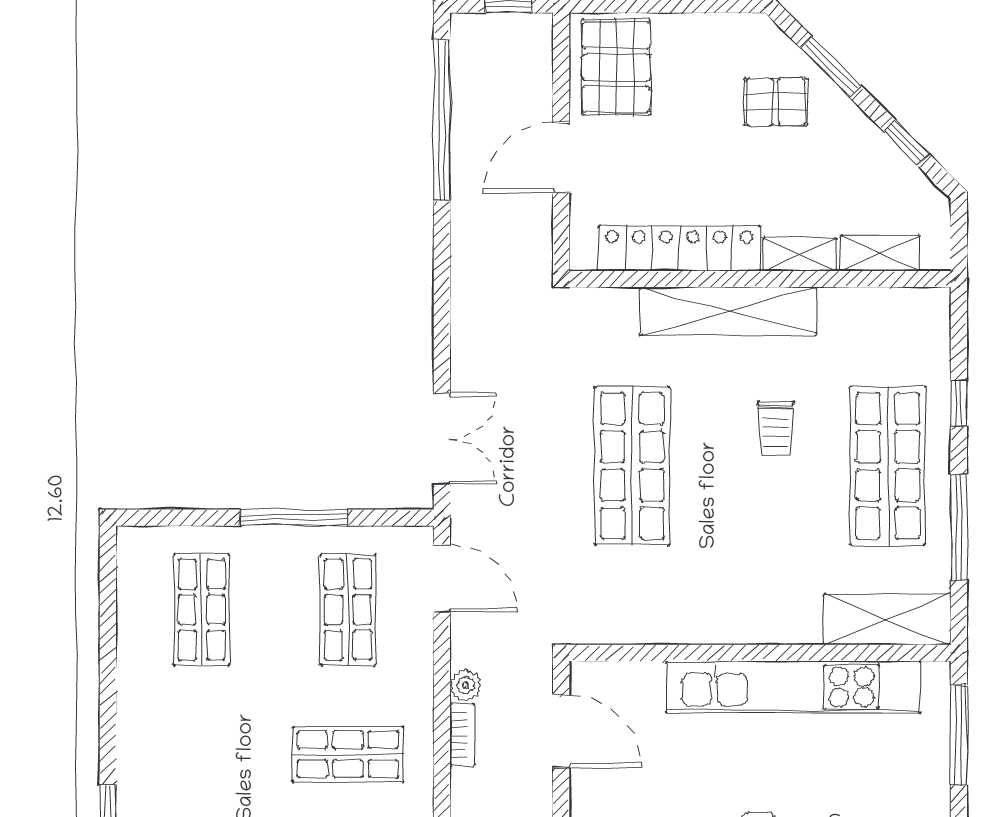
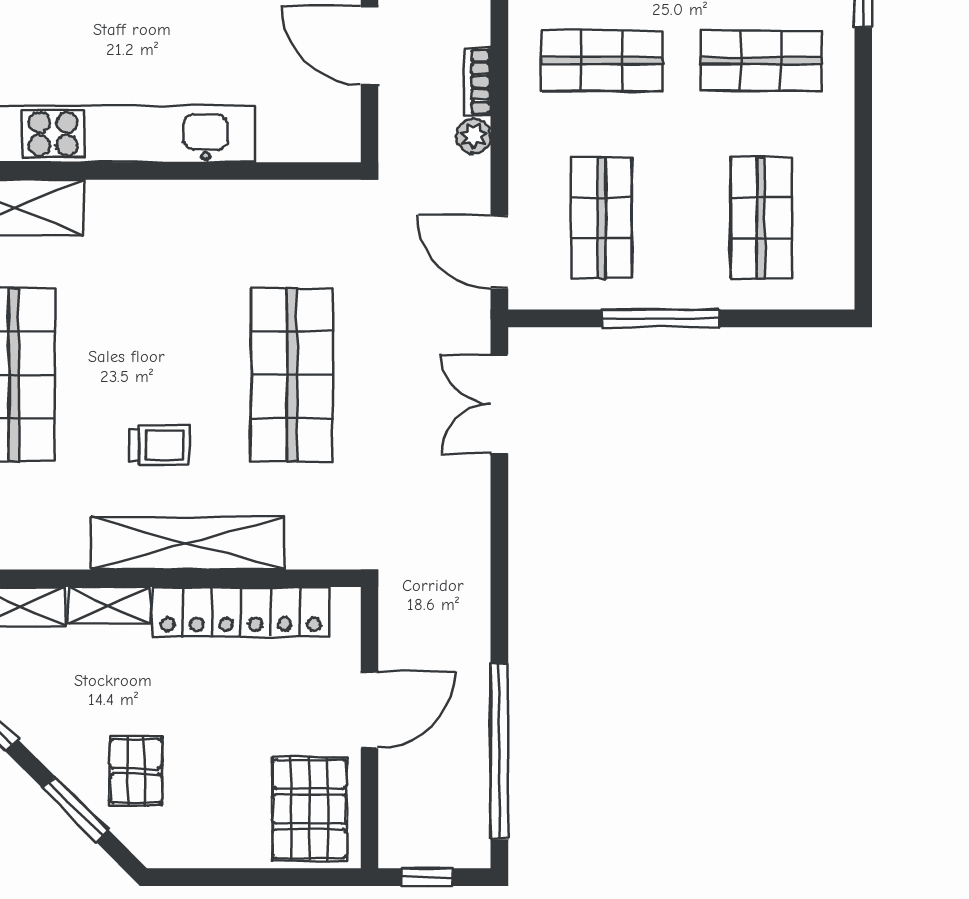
pallet: (776, 102) -> (136, 771), turned 90
trolley: (776, 428) -> (160, 445), moved, turned 90
door: (561, 731) -> (369, 45), moved
shop shelf: (202, 754) -> (761, 61), added

